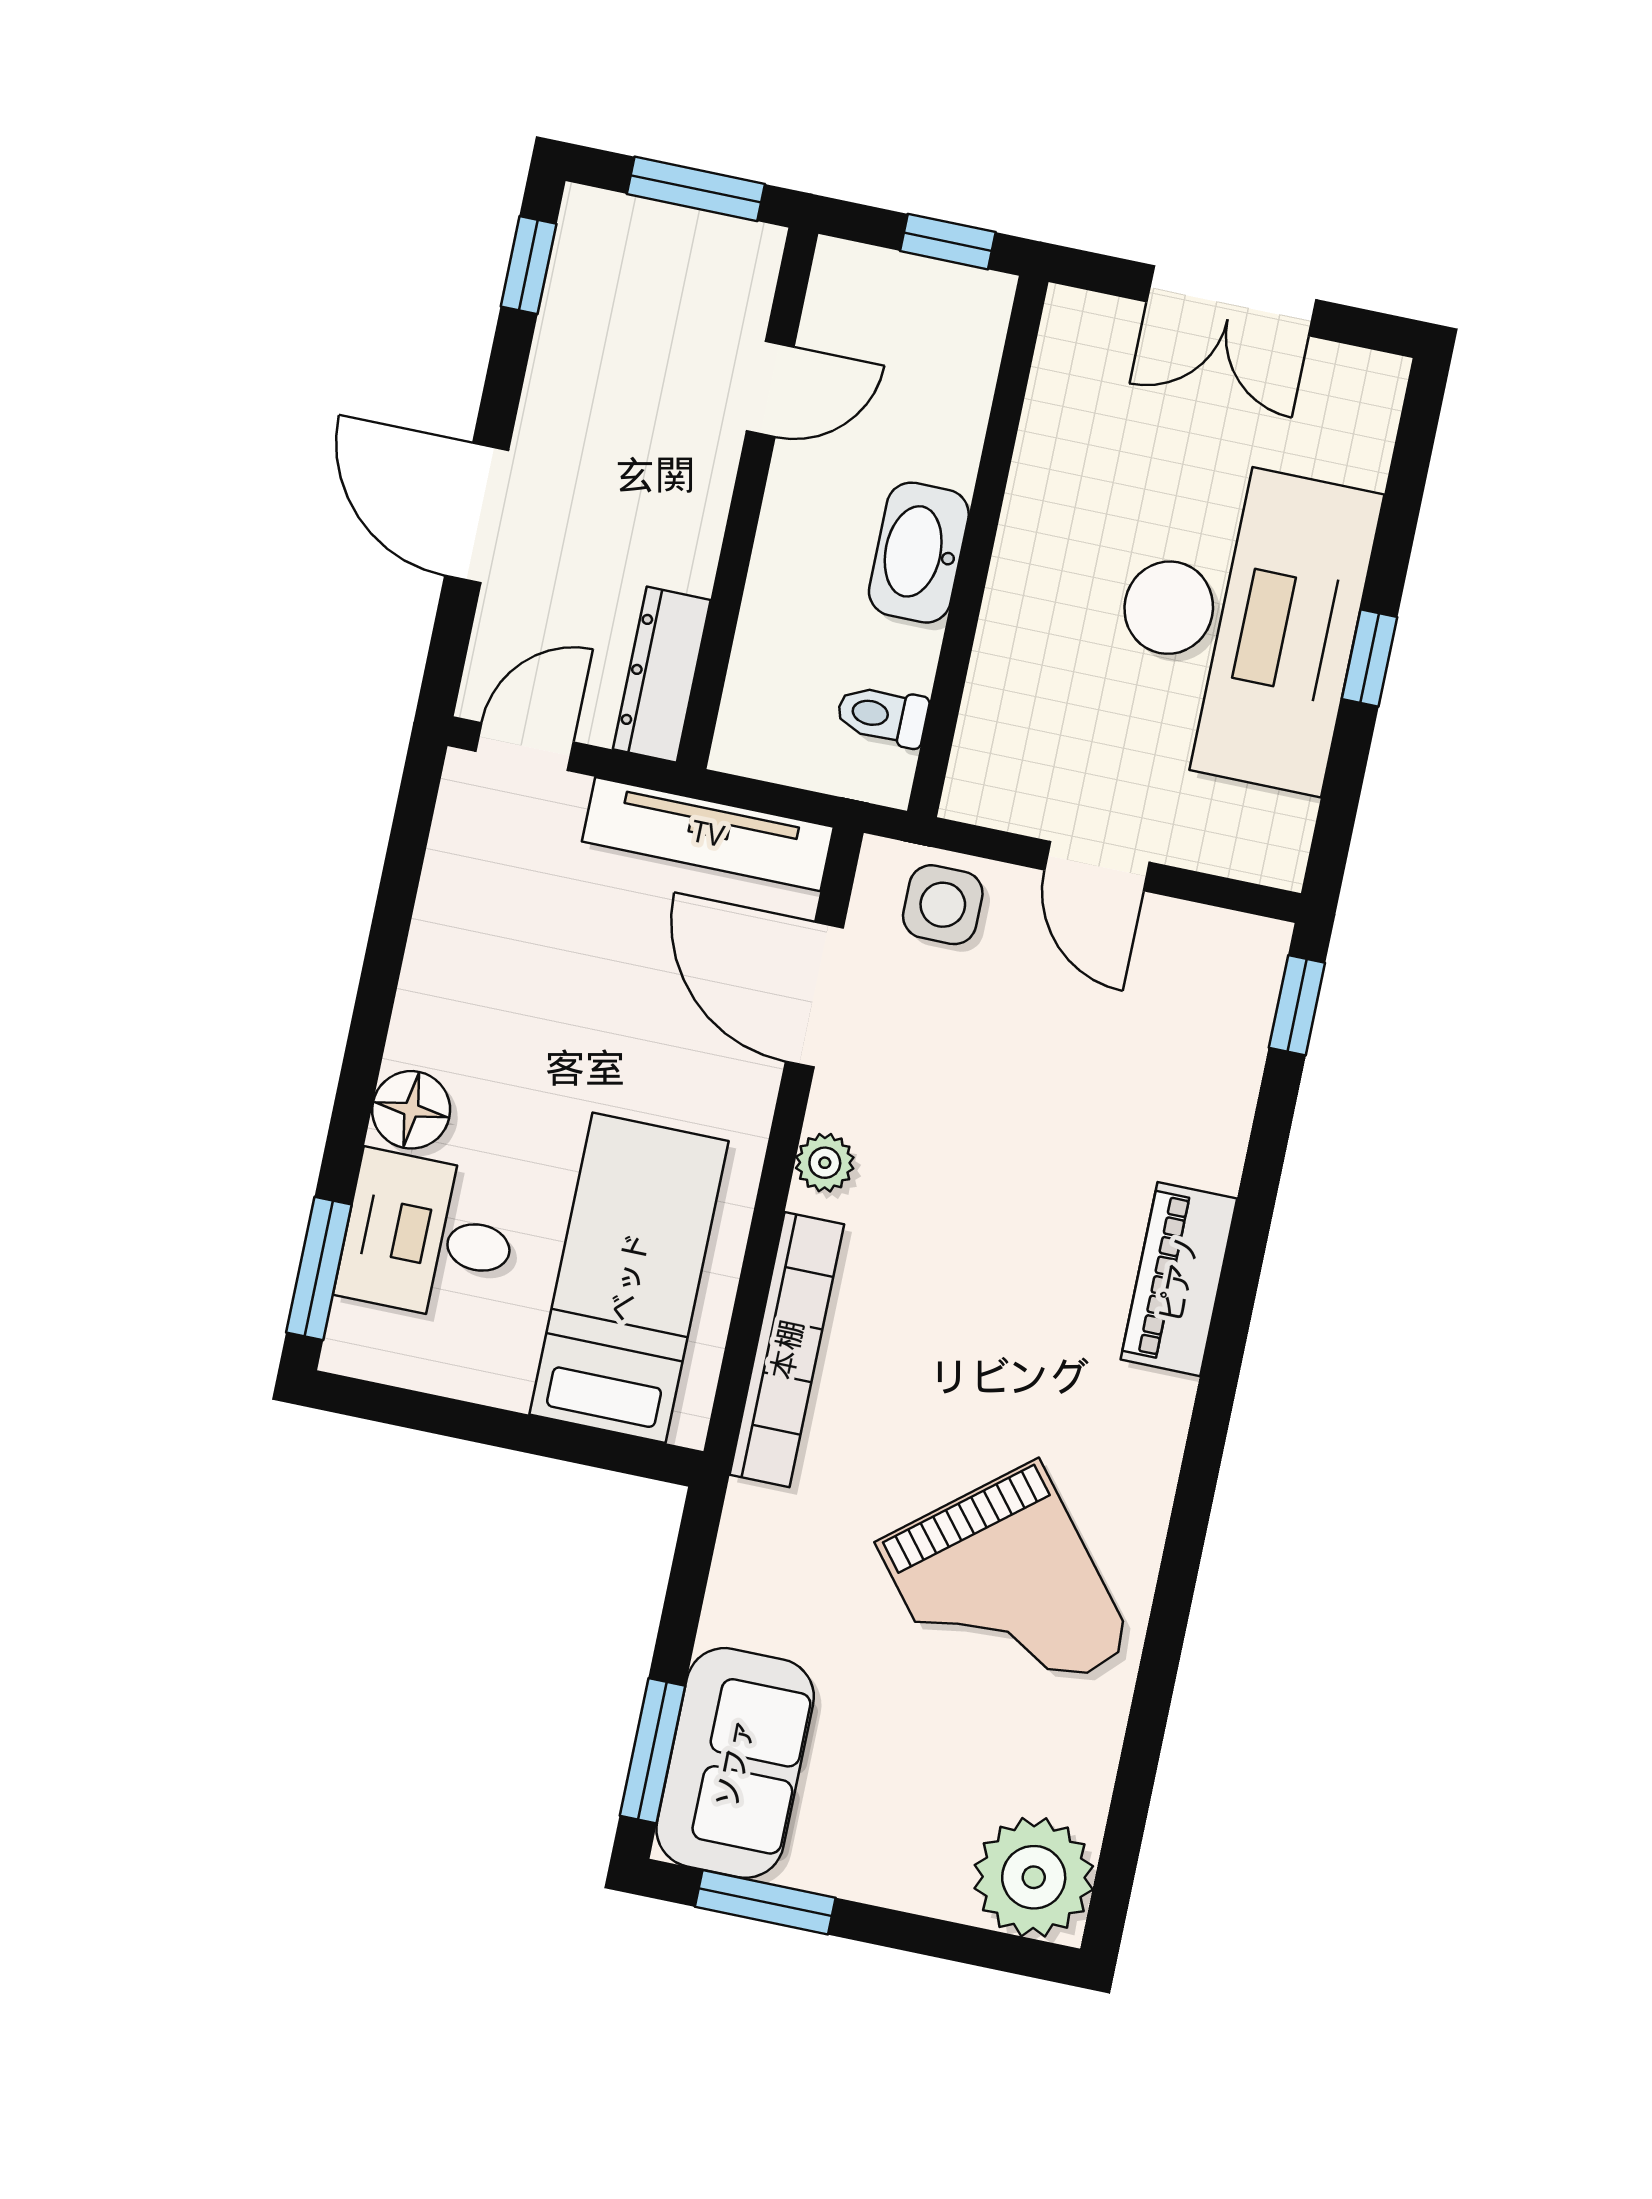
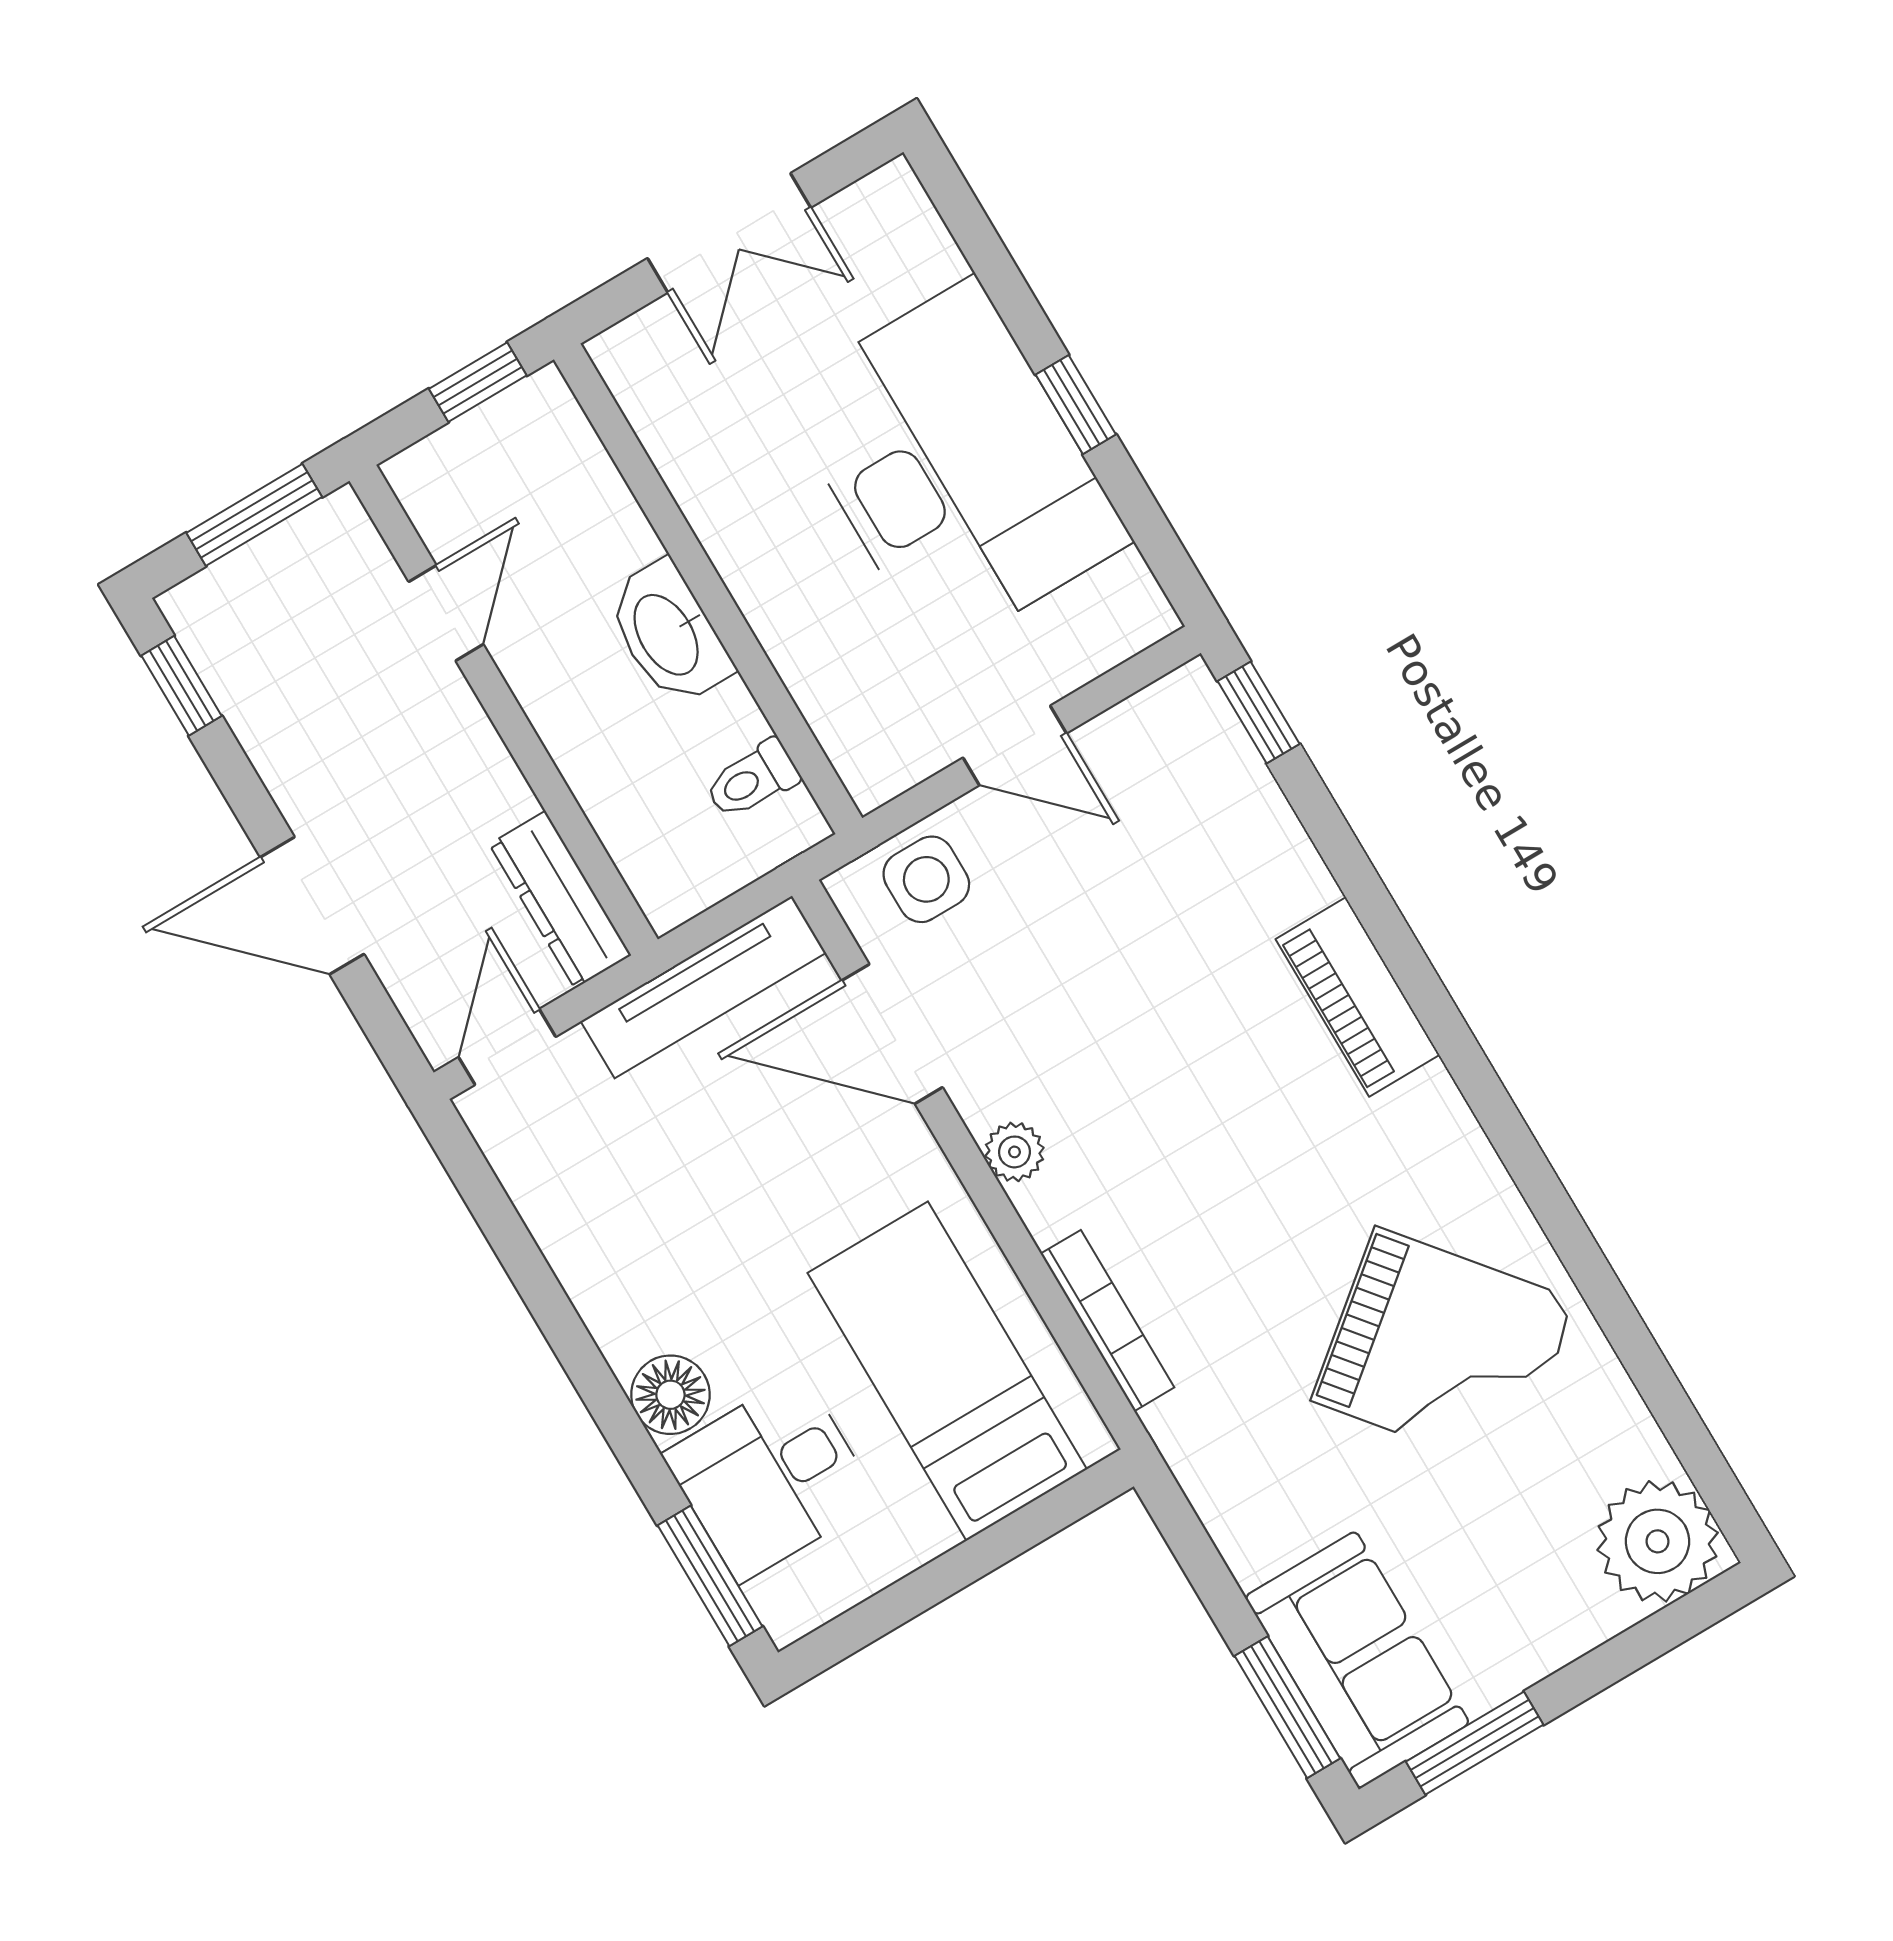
bookcase: (787, 1350) -> (1107, 1321), width x0.68, depth x0.76

